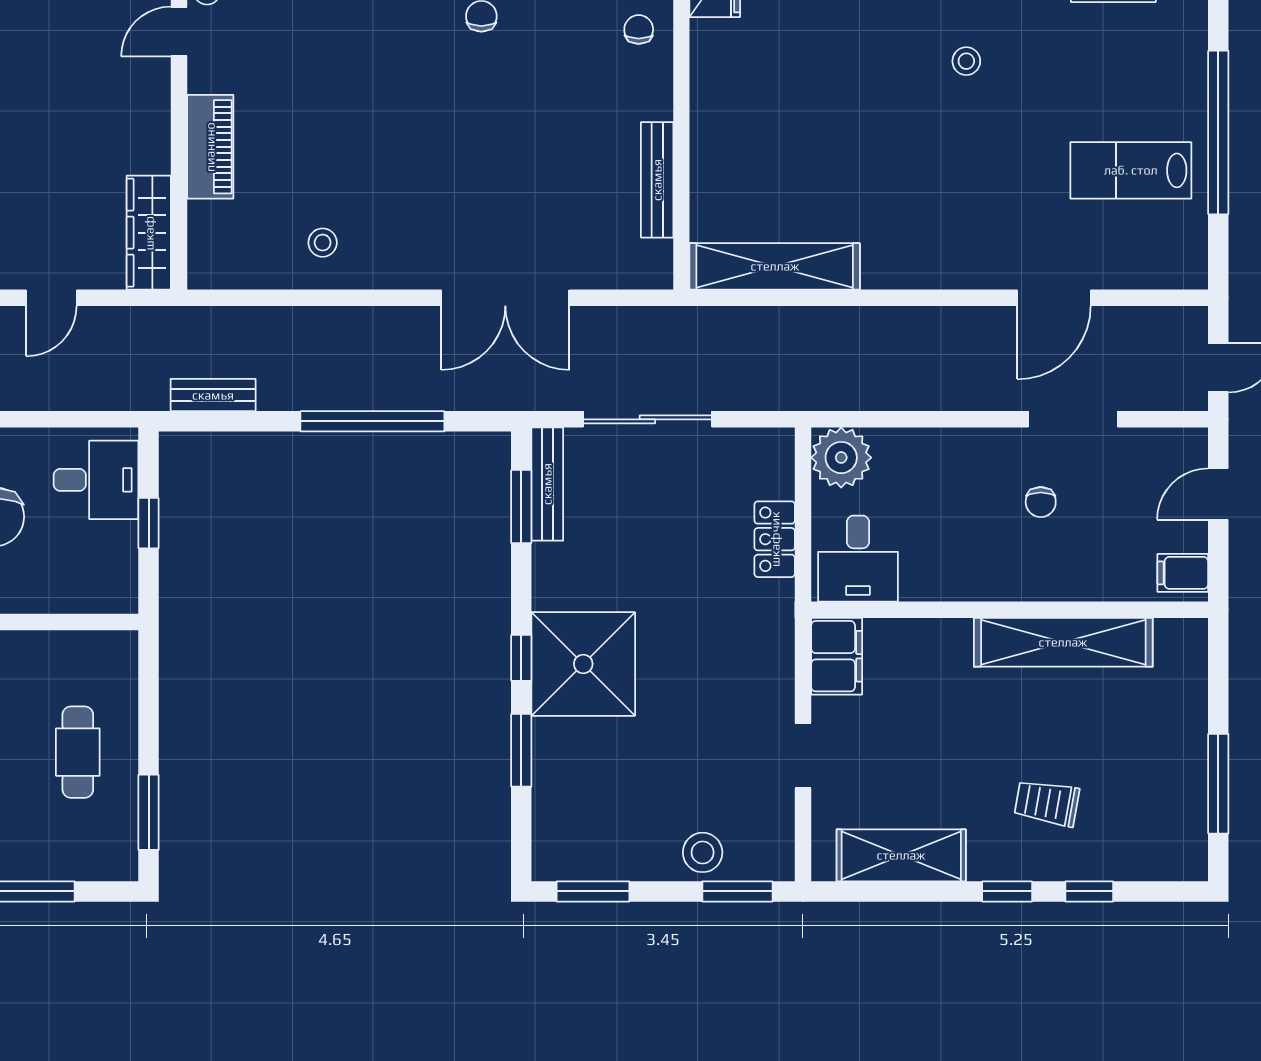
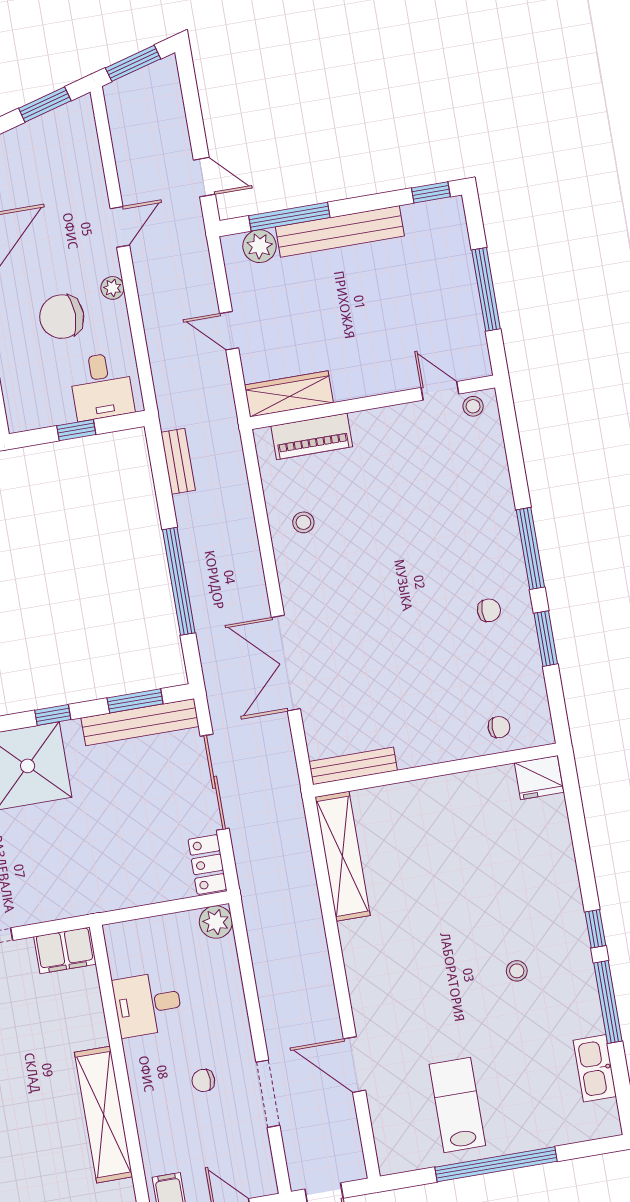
piano: (210, 147) -> (312, 436), moved
bench: (657, 180) -> (353, 766), moved
plant: (841, 458) -> (216, 922), width x0.73, depth x0.73
bench: (547, 484) -> (140, 722), width x1.37, depth x1.21
locker: (775, 539) -> (207, 864), moved, turned -90
desk: (858, 559) -> (148, 1004), moved
window: (521, 658) -> (53, 715), moved

